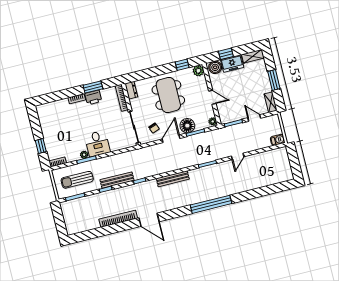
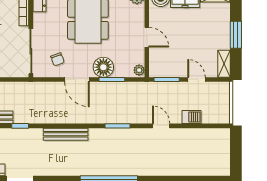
door: (171, 139) -> (77, 79), swing flipped
barbecue: (278, 140) -> (191, 117), moved
door: (238, 156) -> (161, 126), swing flipped

